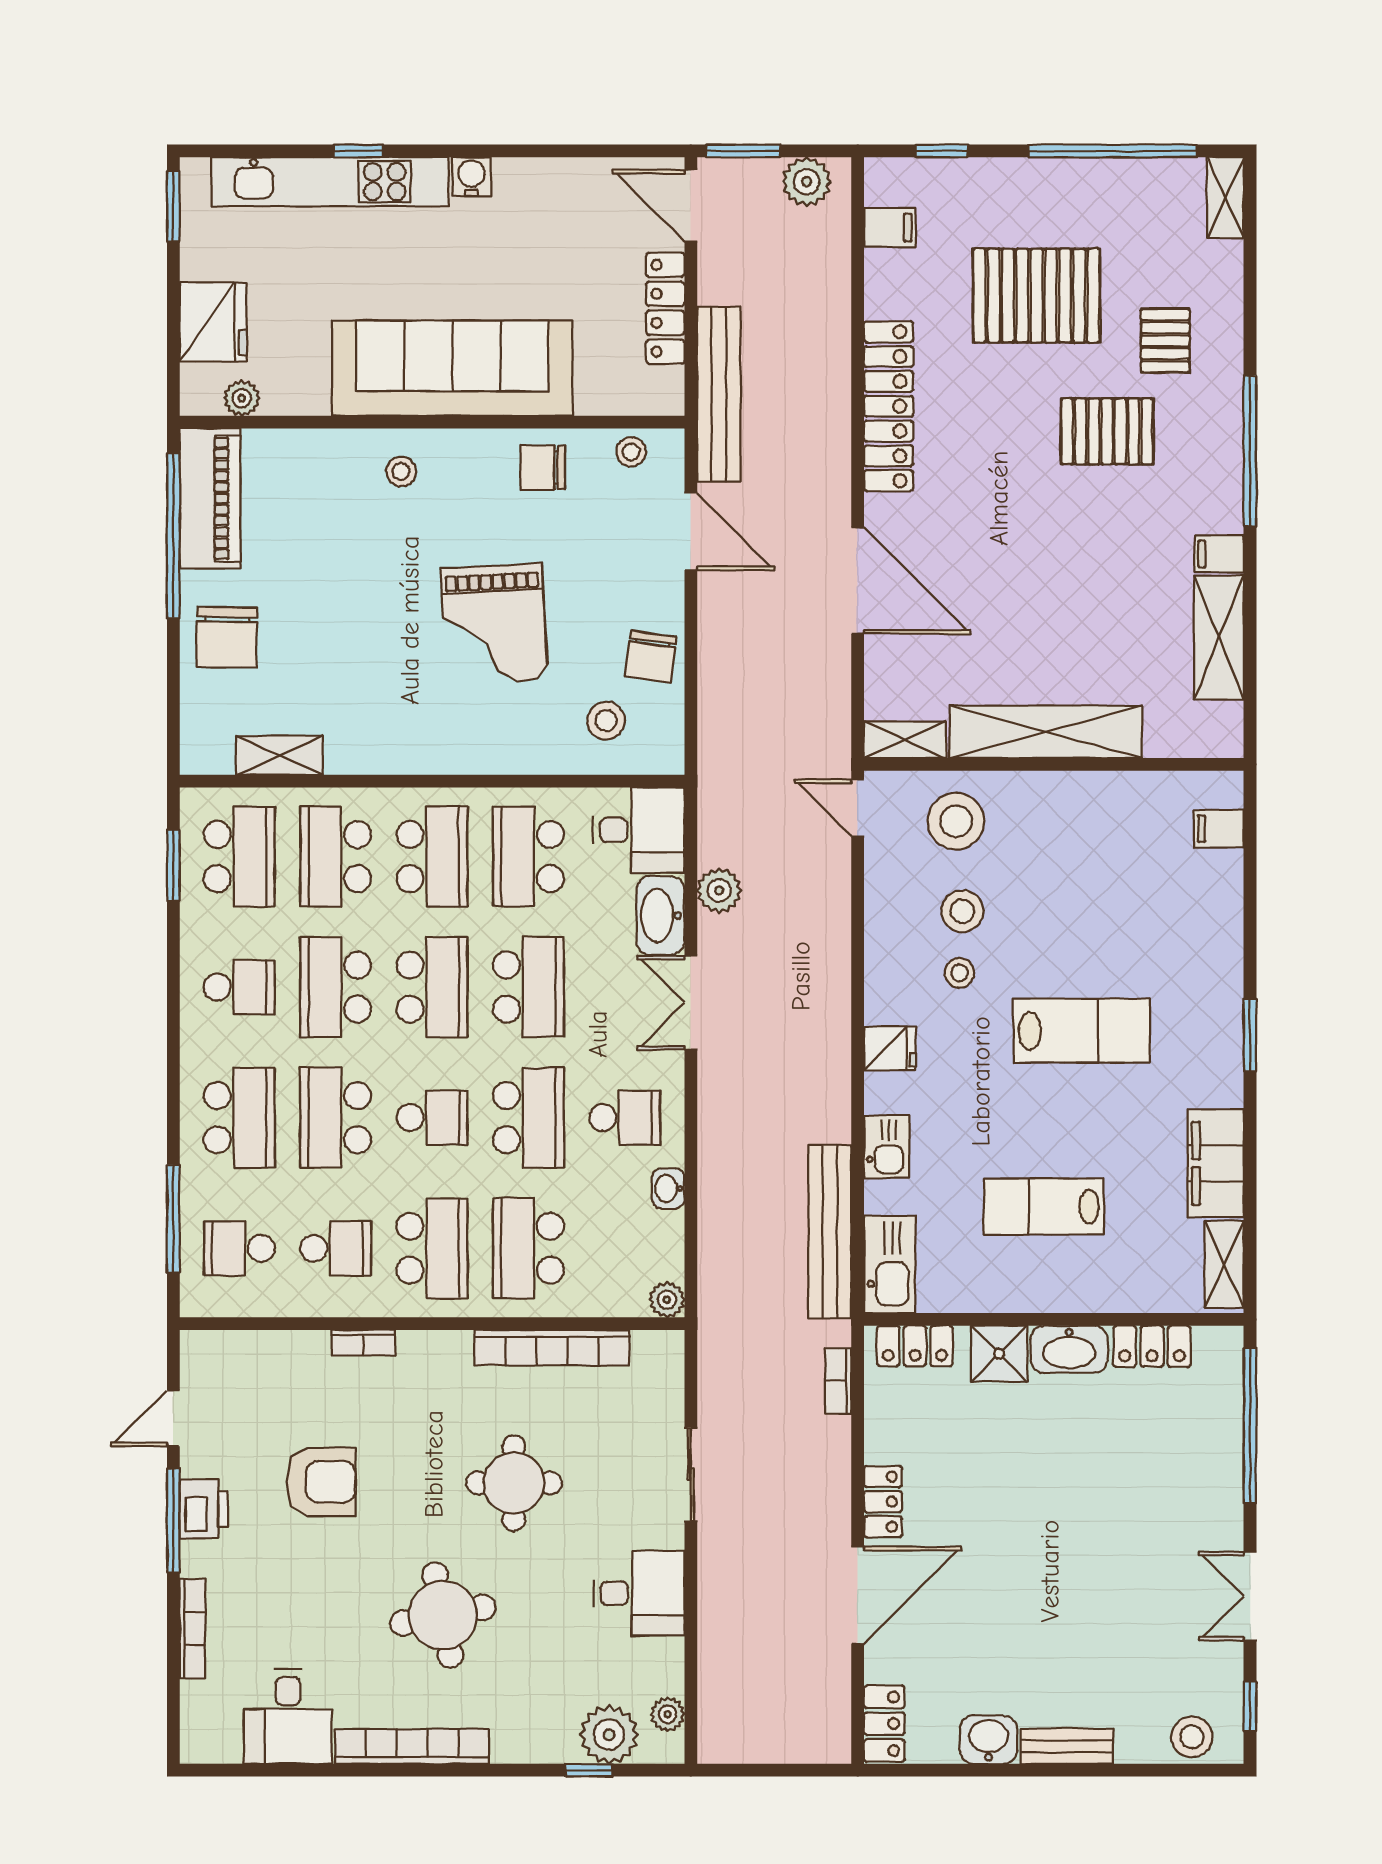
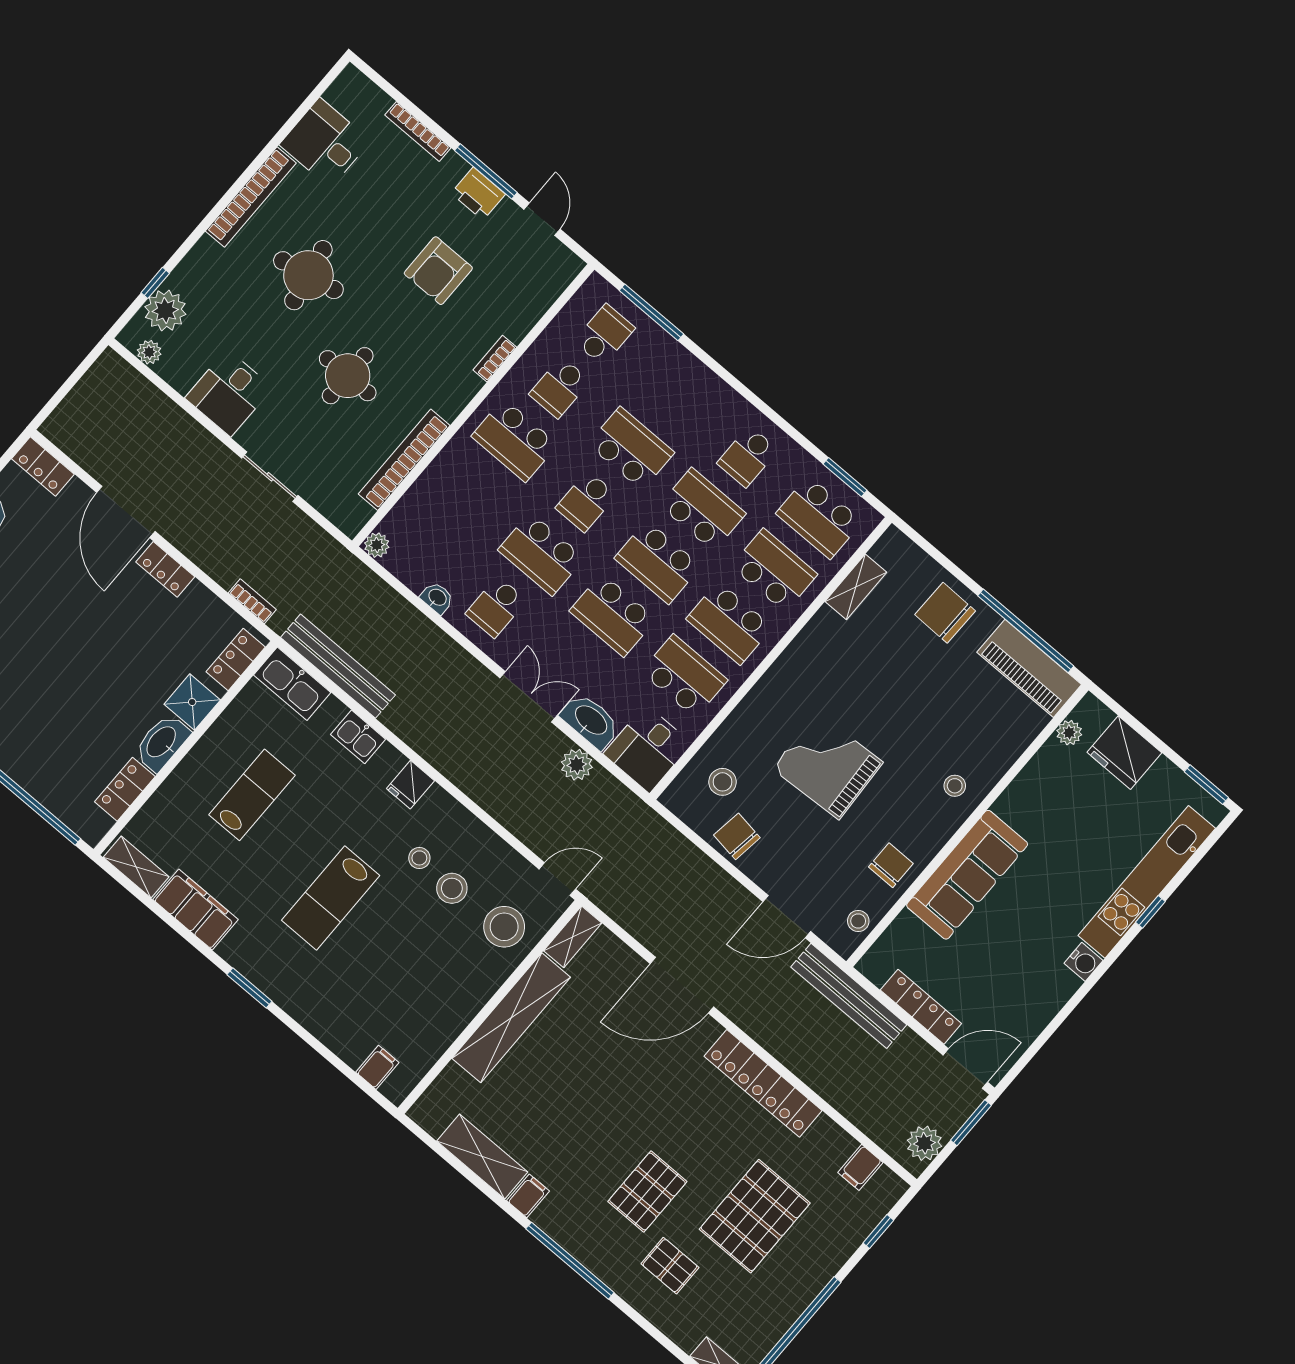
sofa: (452, 368) -> (967, 875), width x0.74, depth x0.79
school desk: (239, 1118) -> (676, 396), removed
school desk: (528, 1248) -> (470, 493), removed

